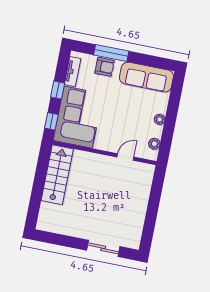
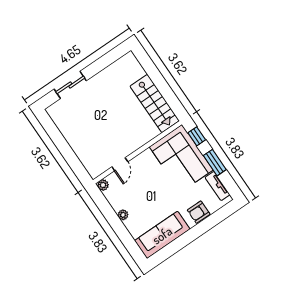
window: (111, 53) -> (204, 227), removed
window: (58, 90) -> (215, 163), width x1.50
plant: (154, 144) -> (103, 185), moved

